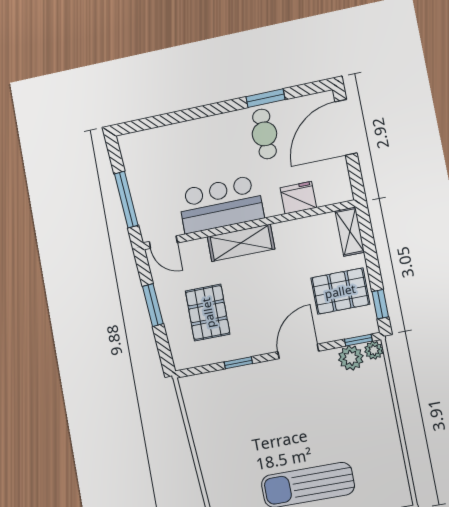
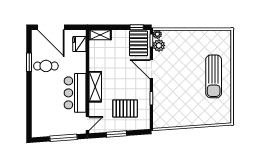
fridge: (298, 198) -> (79, 44), moved
pallet: (340, 291) -> (138, 43), moved

